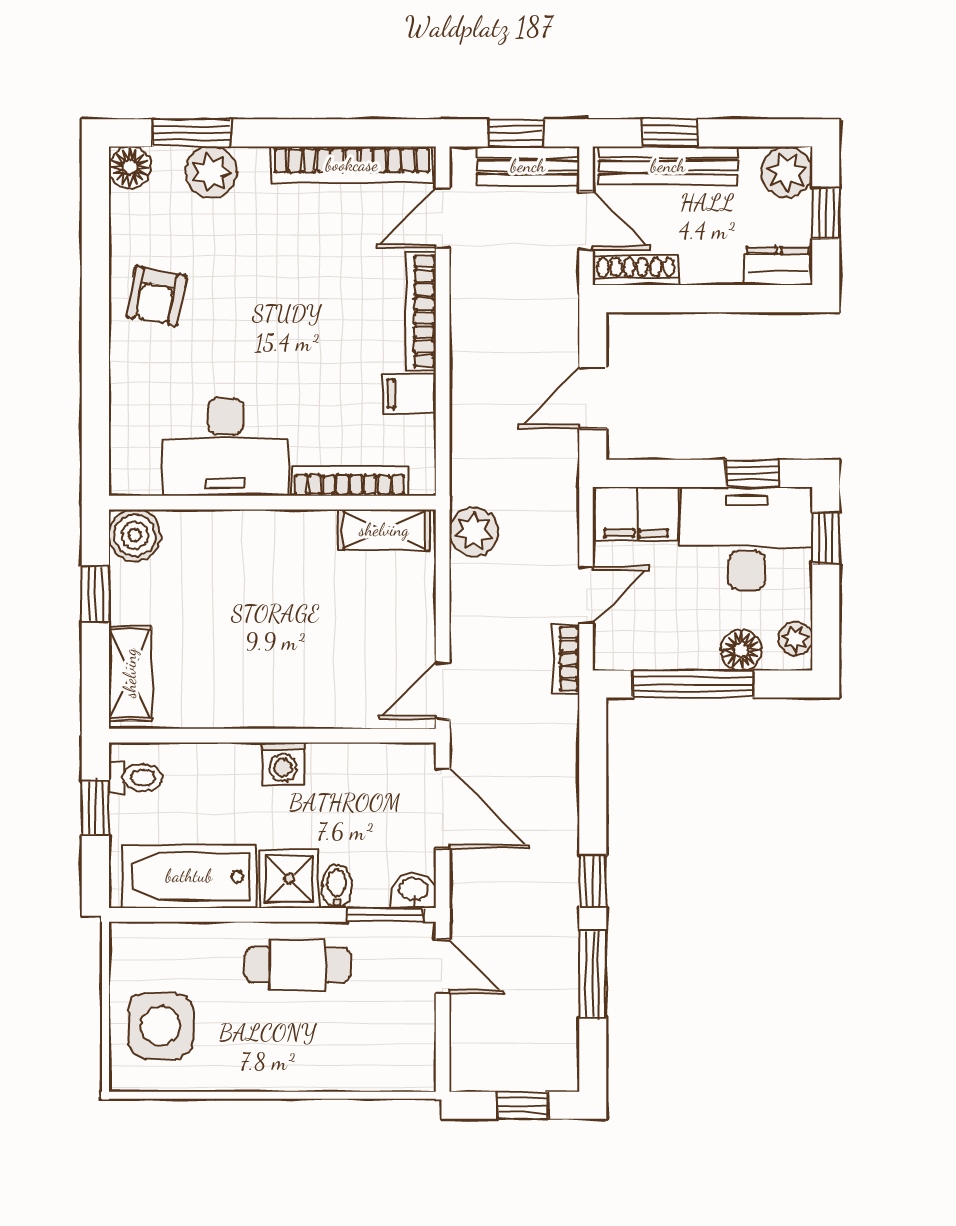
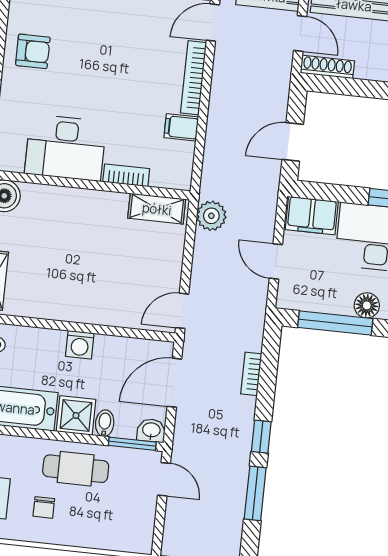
armchair: (156, 296) -> (33, 51), turned -101
bookcase: (349, 481) -> (126, 175), width x0.64
door: (586, 595) -> (276, 261), swing flipped
bookcase: (566, 659) -> (251, 374), moved
door: (443, 809) -> (174, 383), swing flipped
chair: (253, 1033) -> (44, 507), added

